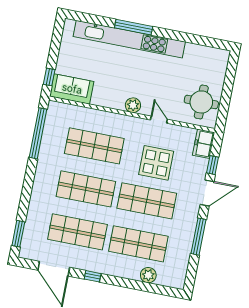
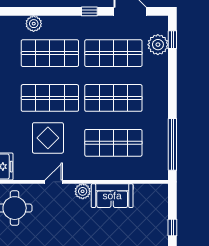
window: (49, 77) -> (172, 227), moved
sofa: (72, 89) -> (112, 196), moved
door: (159, 120) -> (54, 182), swing flipped
plant: (33, 232) -> (158, 45), added
window: (18, 234) -> (172, 40), width x0.67

